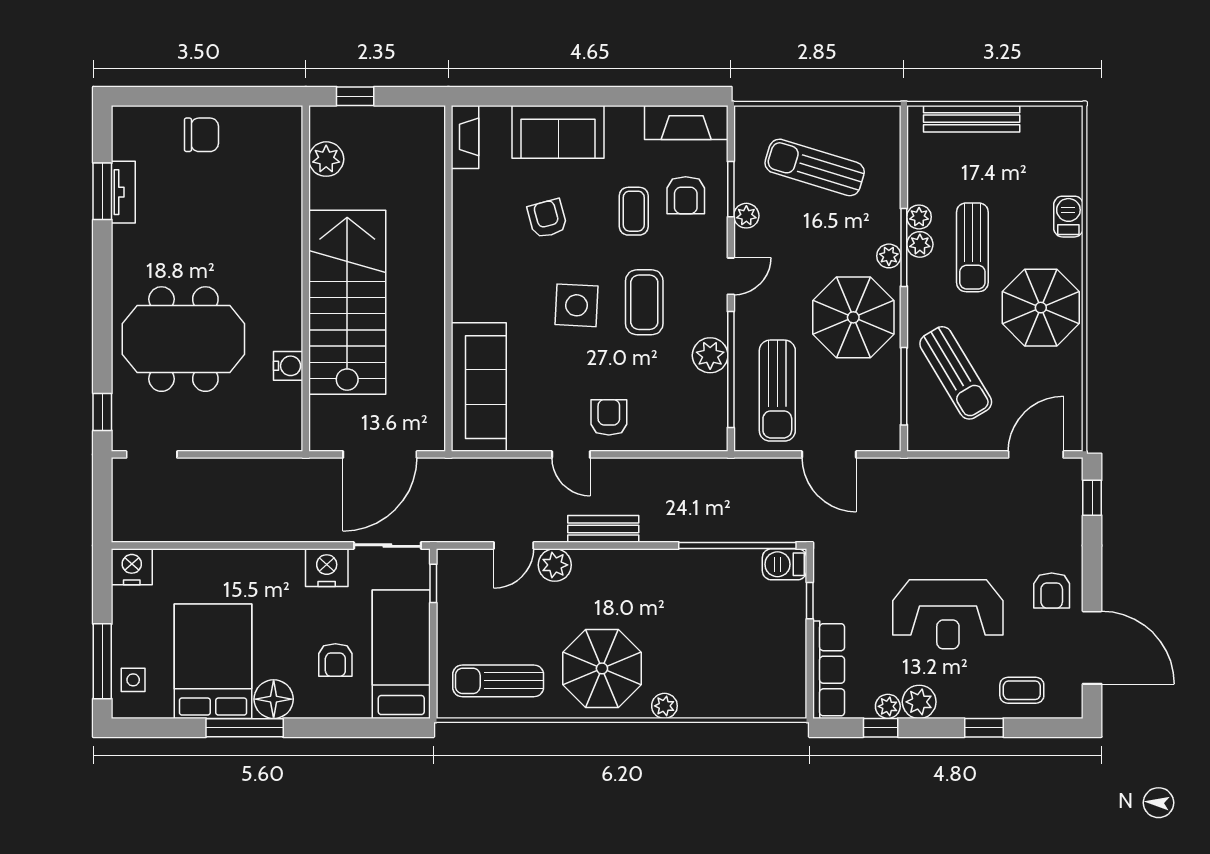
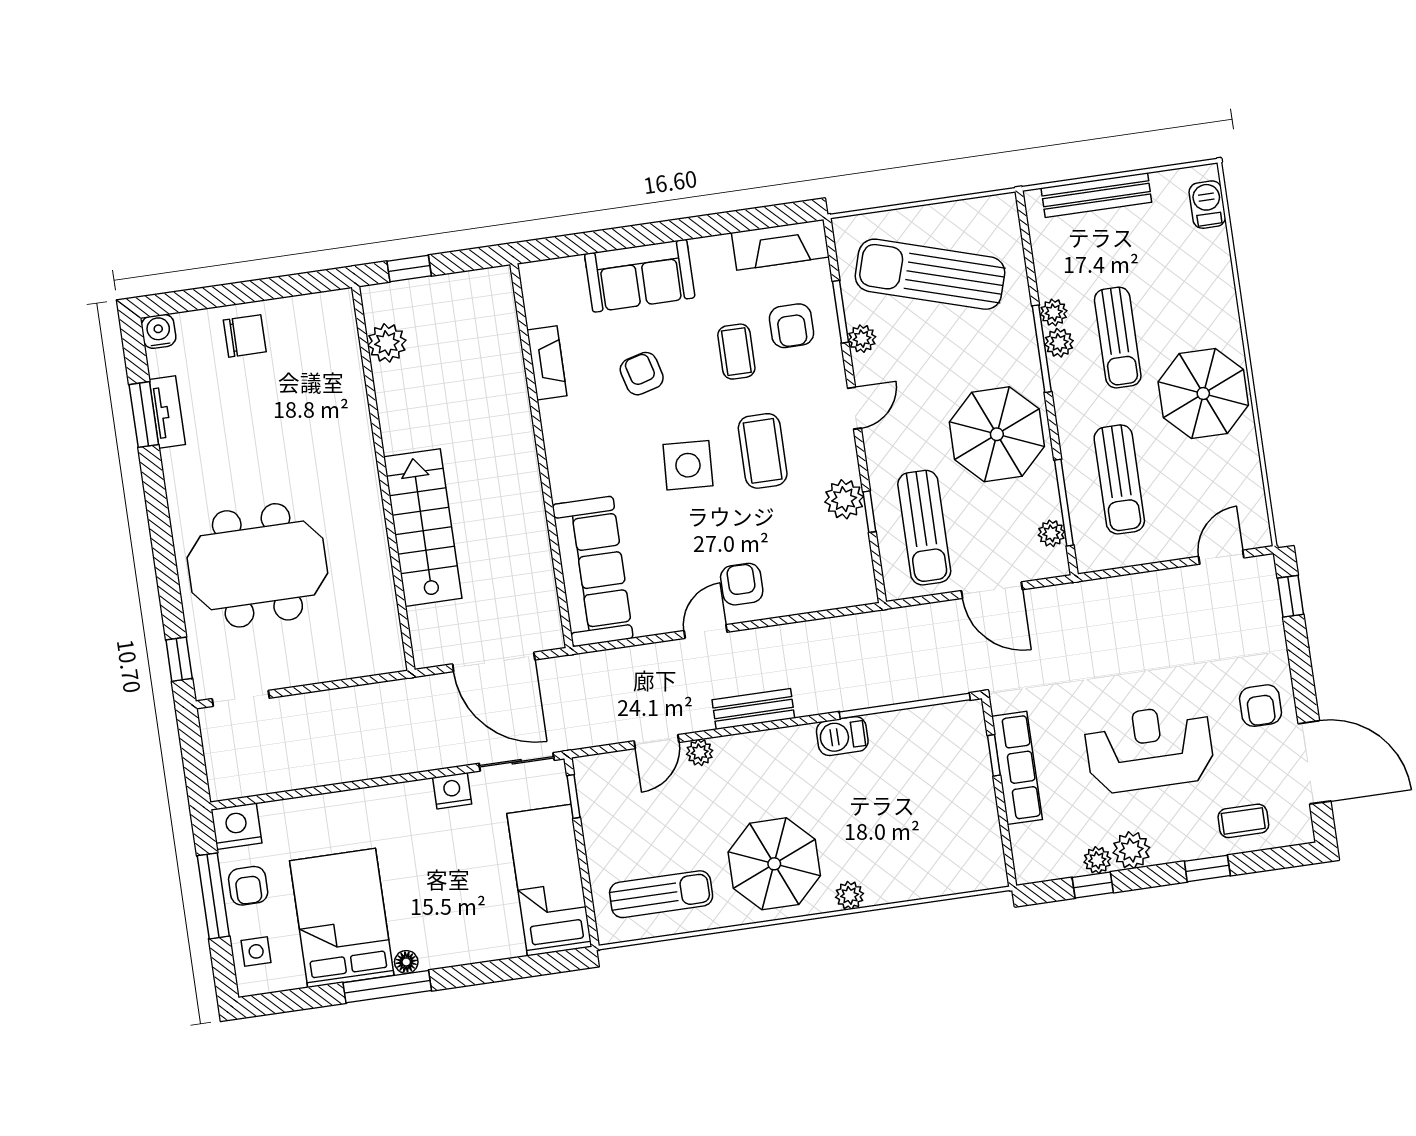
fireplace: (465, 137) -> (547, 363), moved
sun lounger: (815, 167) -> (930, 274), width x1.36, depth x1.34
barbecue: (1068, 217) -> (1207, 205), moved
plant: (889, 256) -> (1051, 533), moved
stairs: (347, 302) -> (423, 528), width x0.73, depth x0.66
water cooler: (288, 366) -> (159, 331), moved, turned -90
window: (731, 369) -> (869, 512), width x0.32
sun lounger: (956, 373) -> (1119, 479), turned 31
door: (380, 454) -> (494, 662), hinge flipped
door: (571, 454) -> (706, 631), swing flipped
door: (1036, 454) -> (1221, 557), width x0.73
barbecue: (785, 564) -> (842, 736), moved
plant: (555, 565) -> (700, 752), width x0.73, depth x0.73
nightstand: (327, 568) -> (452, 791), width x0.74, depth x0.75
reception desk: (948, 614) -> (1149, 749), turned 180
armchair: (335, 660) -> (248, 886), moved
window: (102, 661) -> (213, 896), moved
row of seats: (829, 670) -> (1017, 768), moved
sun lounger: (498, 681) -> (661, 894), turned 180
floor lamp: (274, 699) -> (406, 962), width x0.53, depth x0.53

